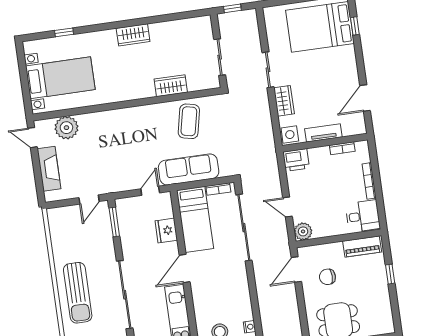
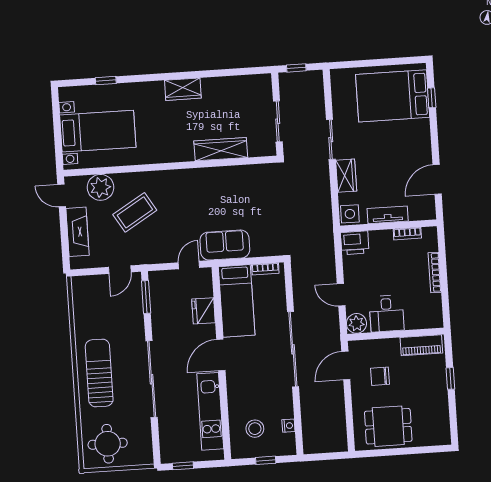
wardrobe: (171, 86) -> (221, 149), width x1.50
coffee table: (189, 121) -> (135, 212), moved, turned 47
sofa: (189, 169) -> (225, 245), width x0.73
desk: (363, 216) -> (387, 314), moved, turned 90
sliding door: (244, 228) -> (293, 349), moved
sun lounger: (78, 293) -> (99, 373), turned 180

